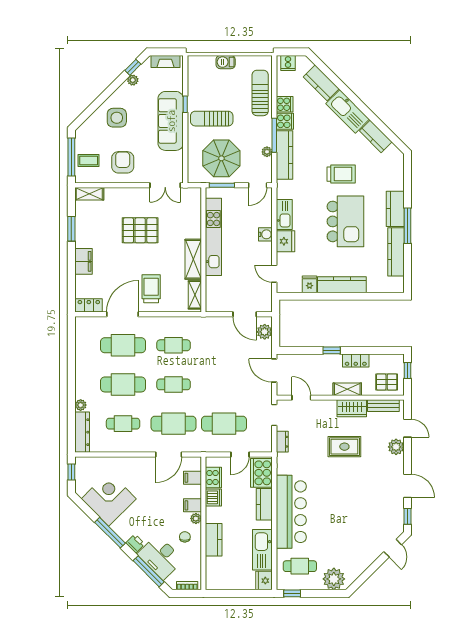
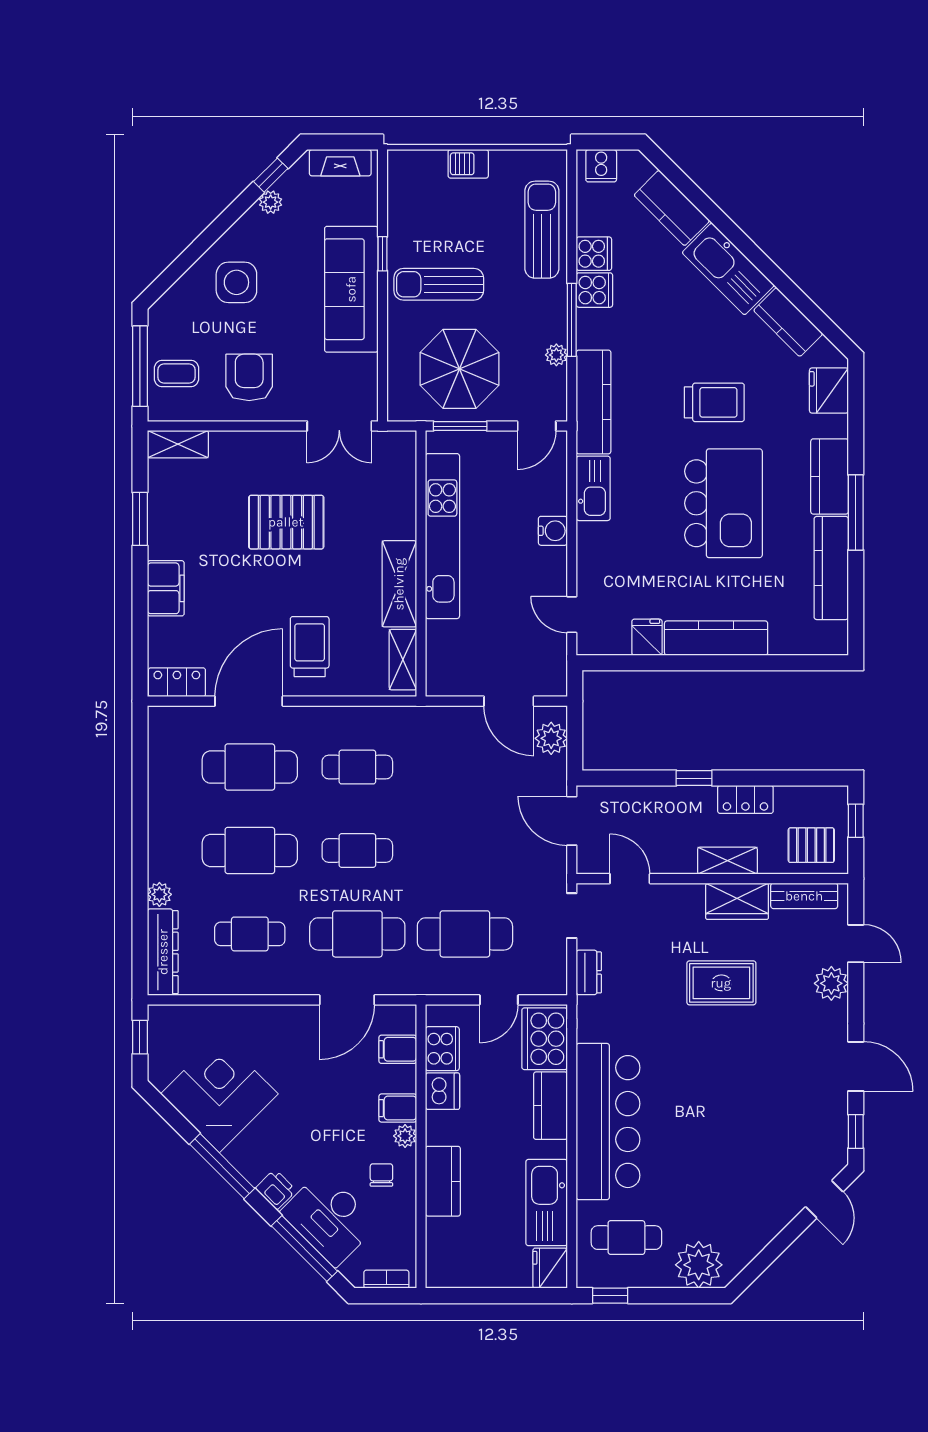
kitchen counter: (284, 155) -> (594, 402), moved
fridge: (285, 241) -> (829, 391), moved, turned 180

